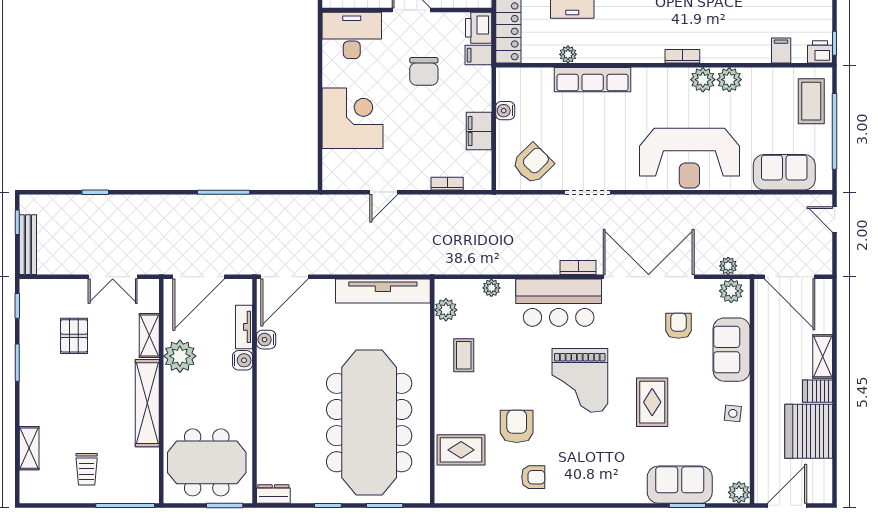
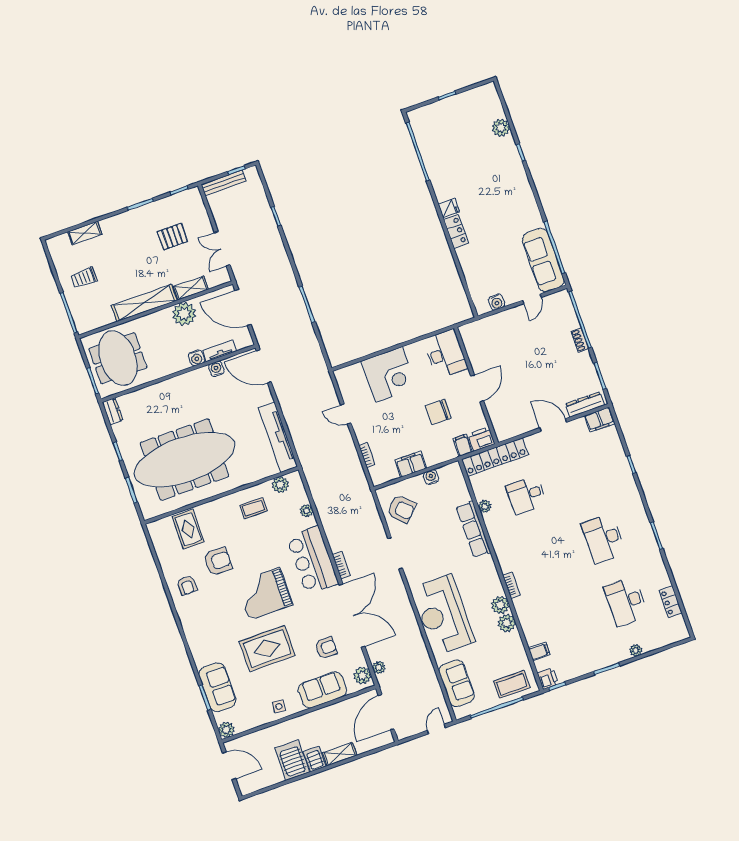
rug: (652, 402) -> (267, 648), width x1.36, depth x1.43
server rack: (809, 431) -> (292, 760), width x0.62

